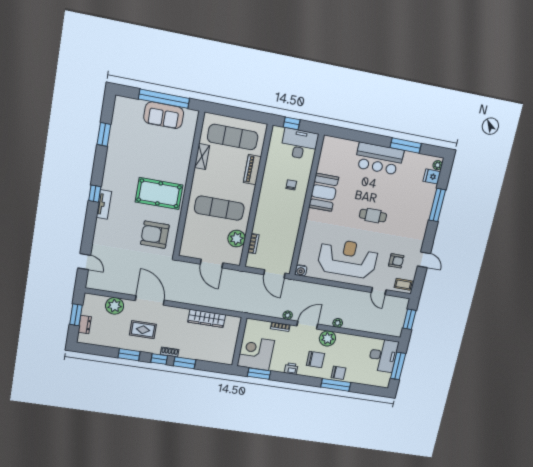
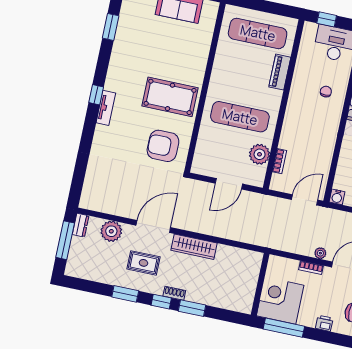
shelving: (202, 156) -> (221, 55), removed
door: (84, 262) -> (79, 175), removed
door: (212, 263) -> (229, 184), hinge flipped
door: (274, 274) -> (305, 200), swing flipped
door: (150, 300) -> (153, 226), hinge flipped
window: (76, 315) -> (65, 240), width x1.44
wardrobe: (207, 318) -> (194, 247), moved
dresser: (85, 325) -> (81, 225), moved
window: (259, 374) -> (284, 328), width x1.44

